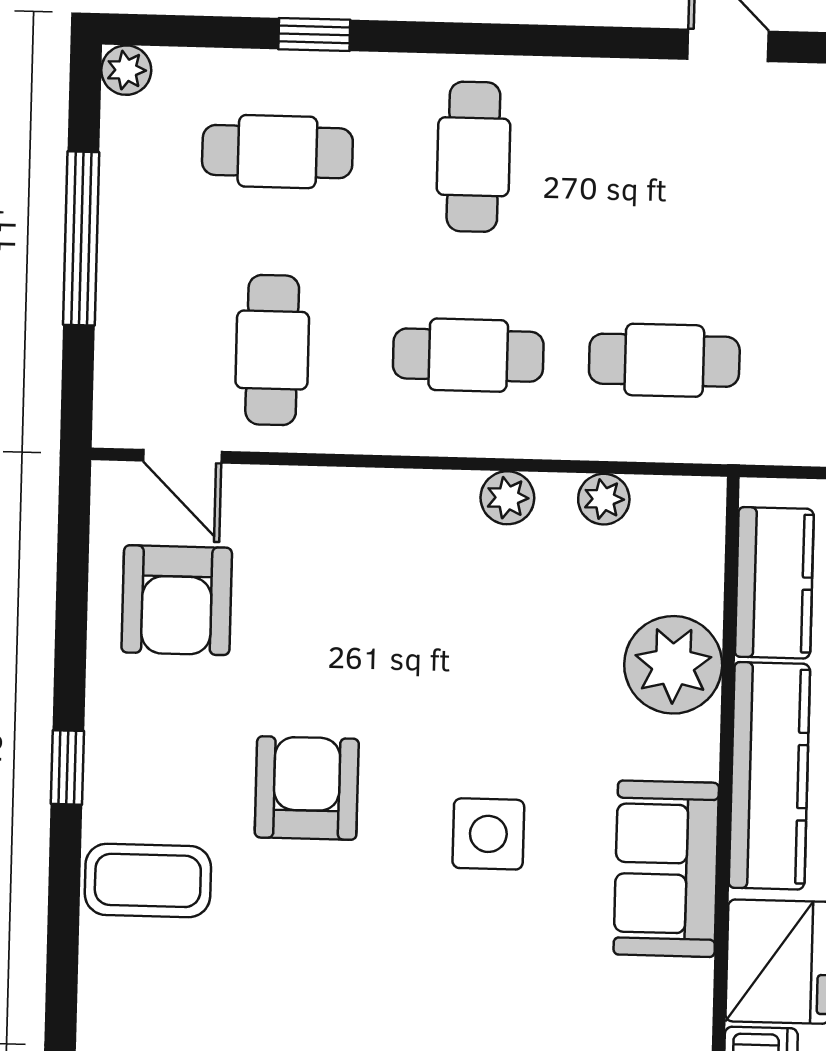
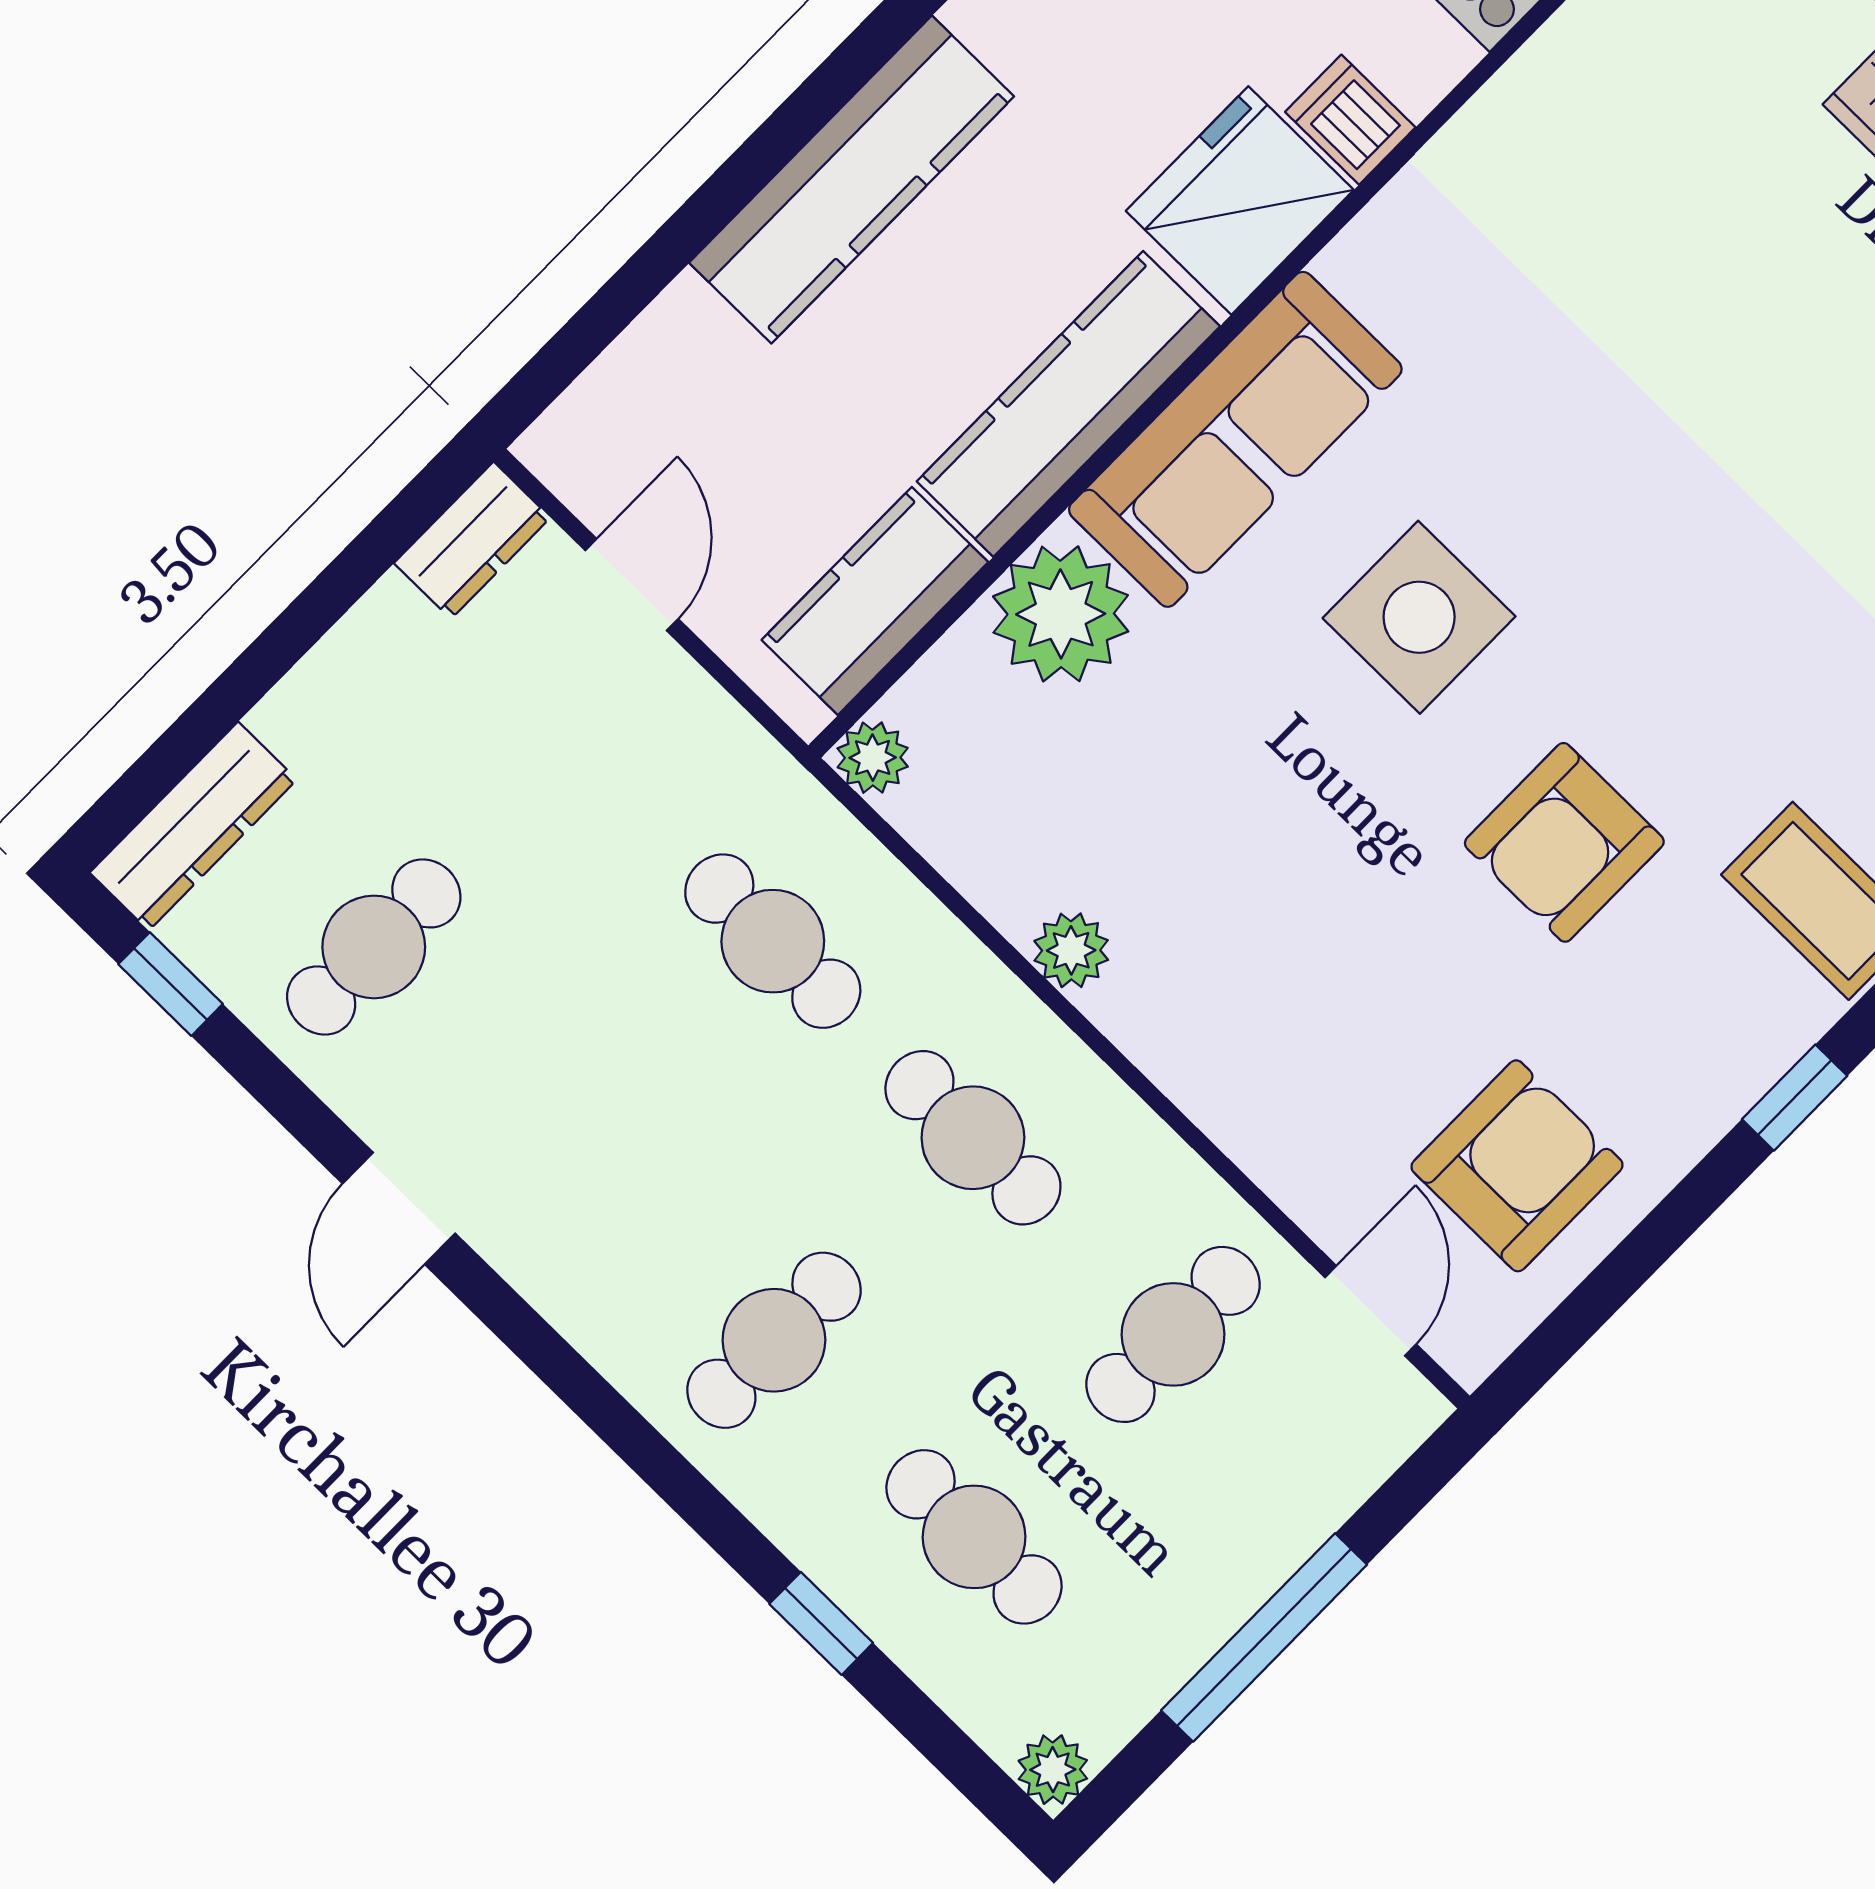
plant: (604, 499) -> (873, 758), moved
side table: (488, 834) -> (1419, 617), width x1.37, depth x1.37
sofa: (666, 869) -> (1235, 439), width x1.36

